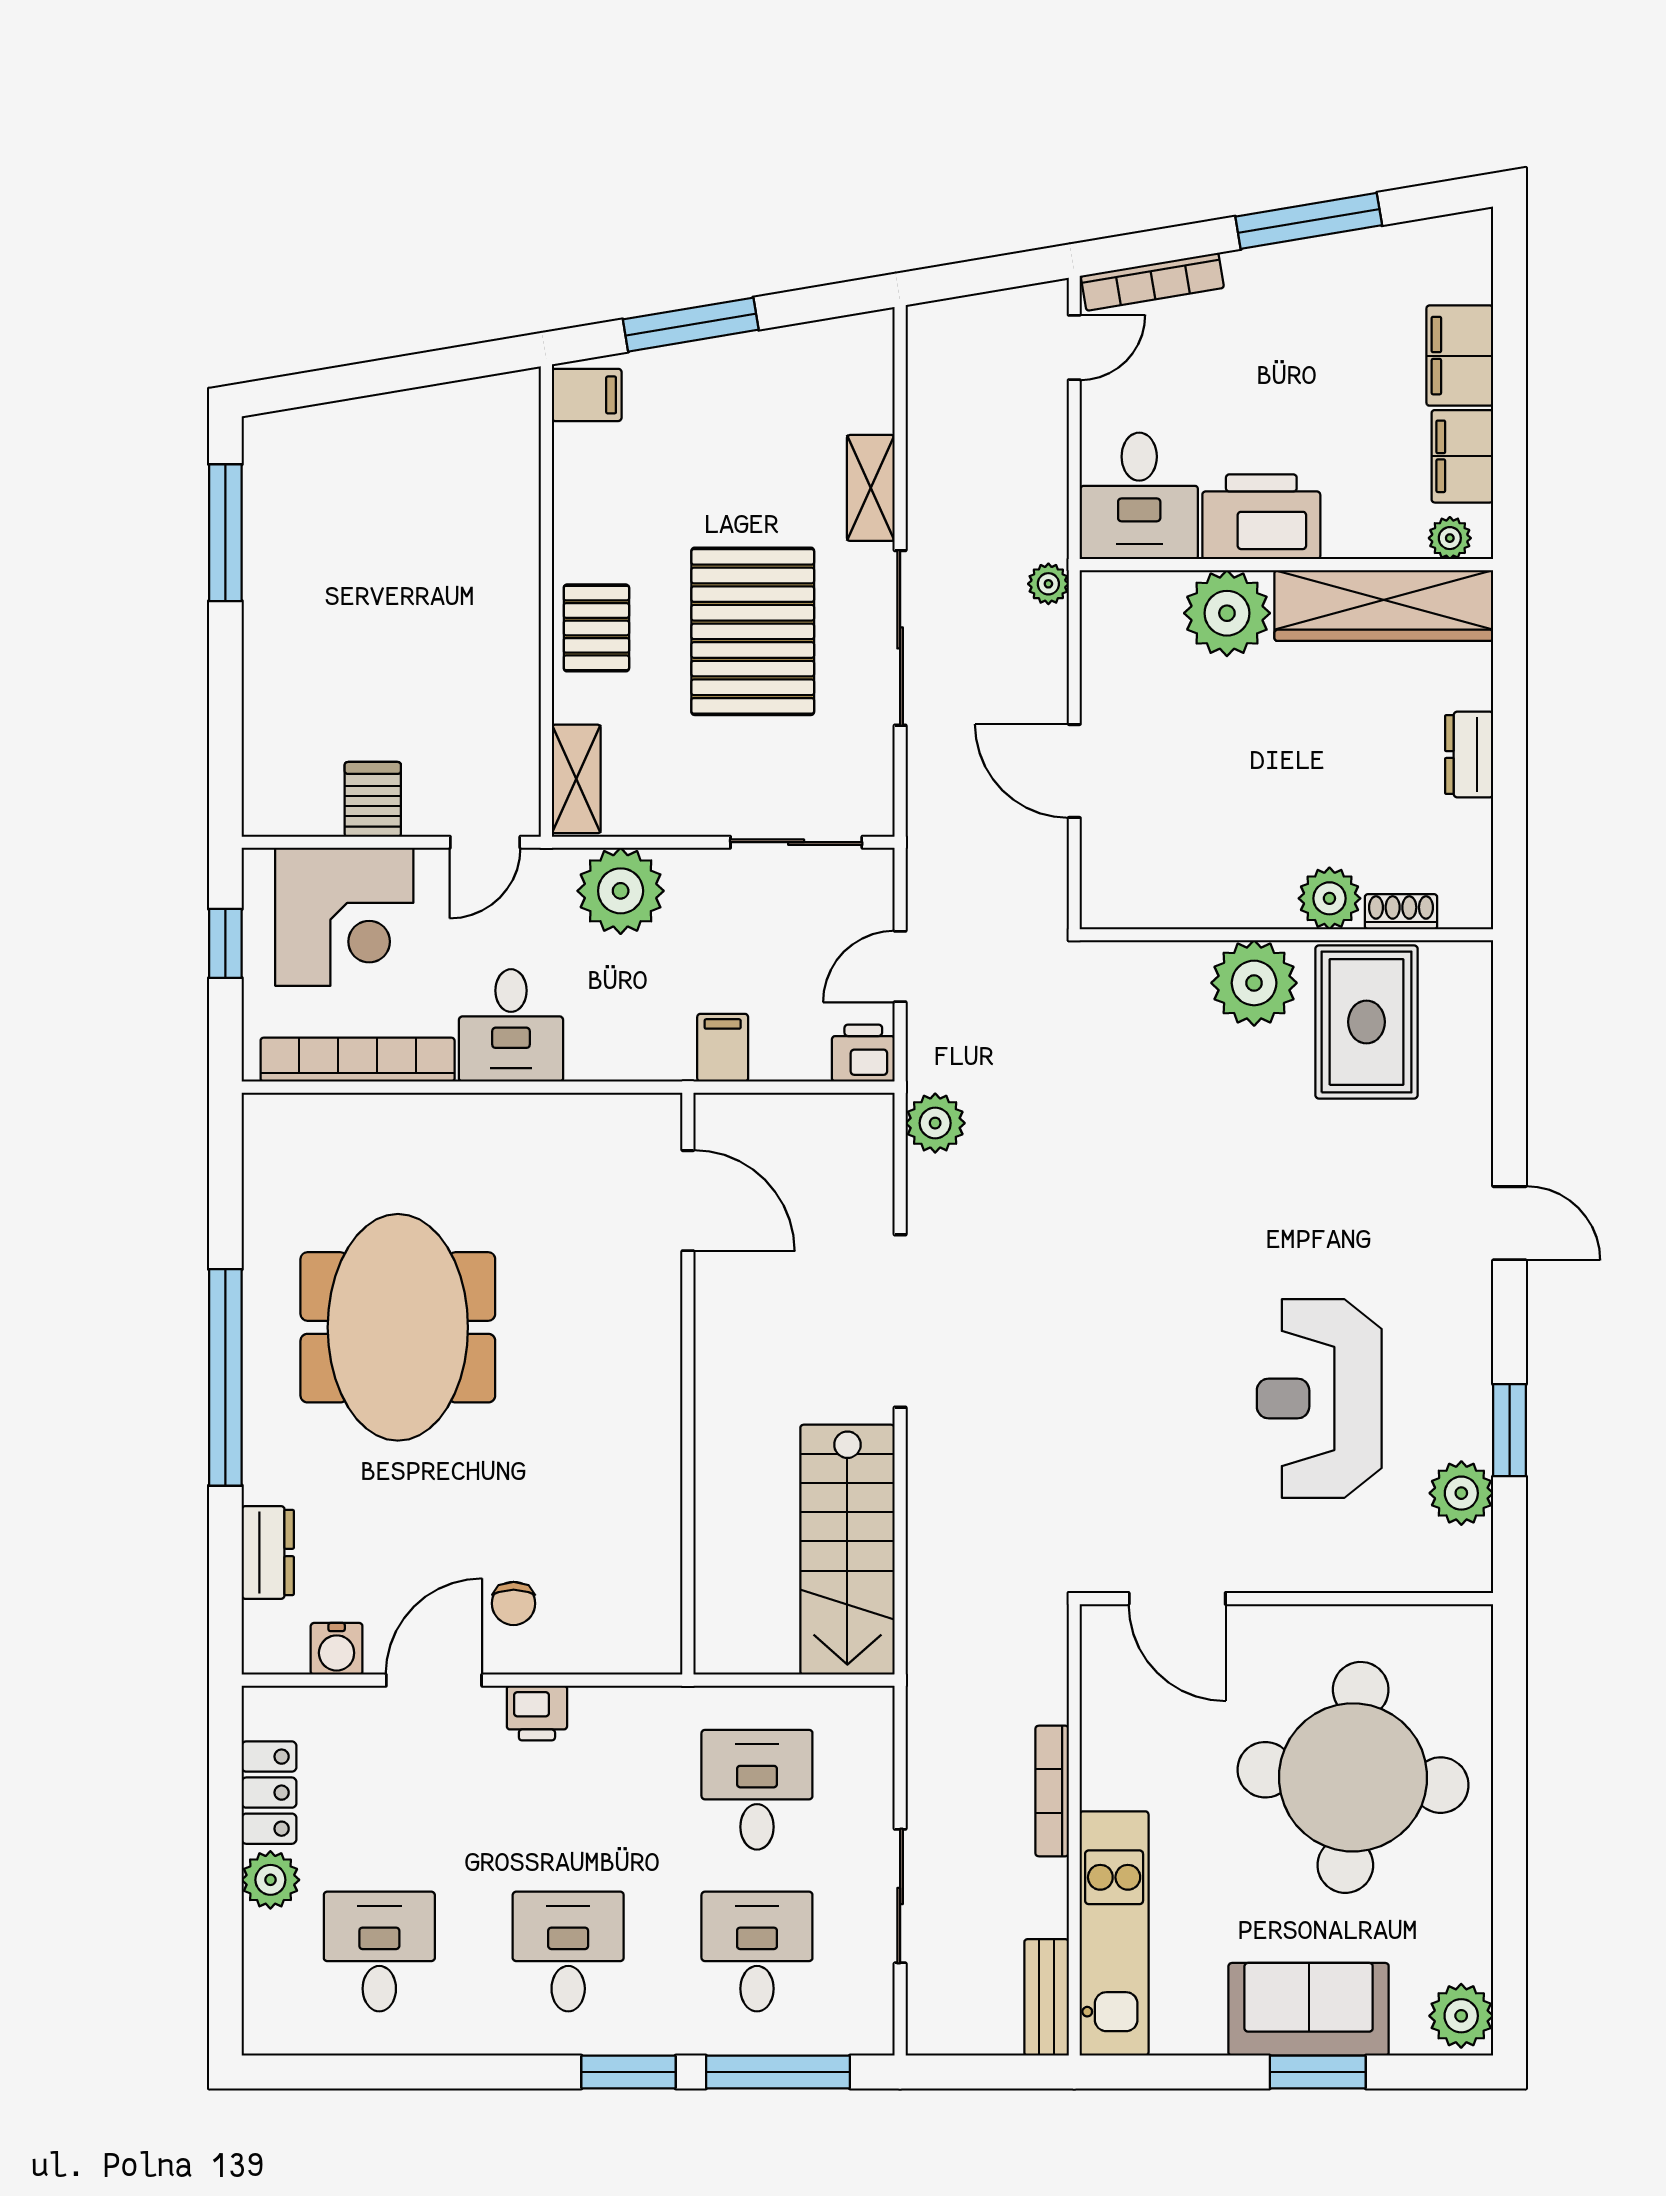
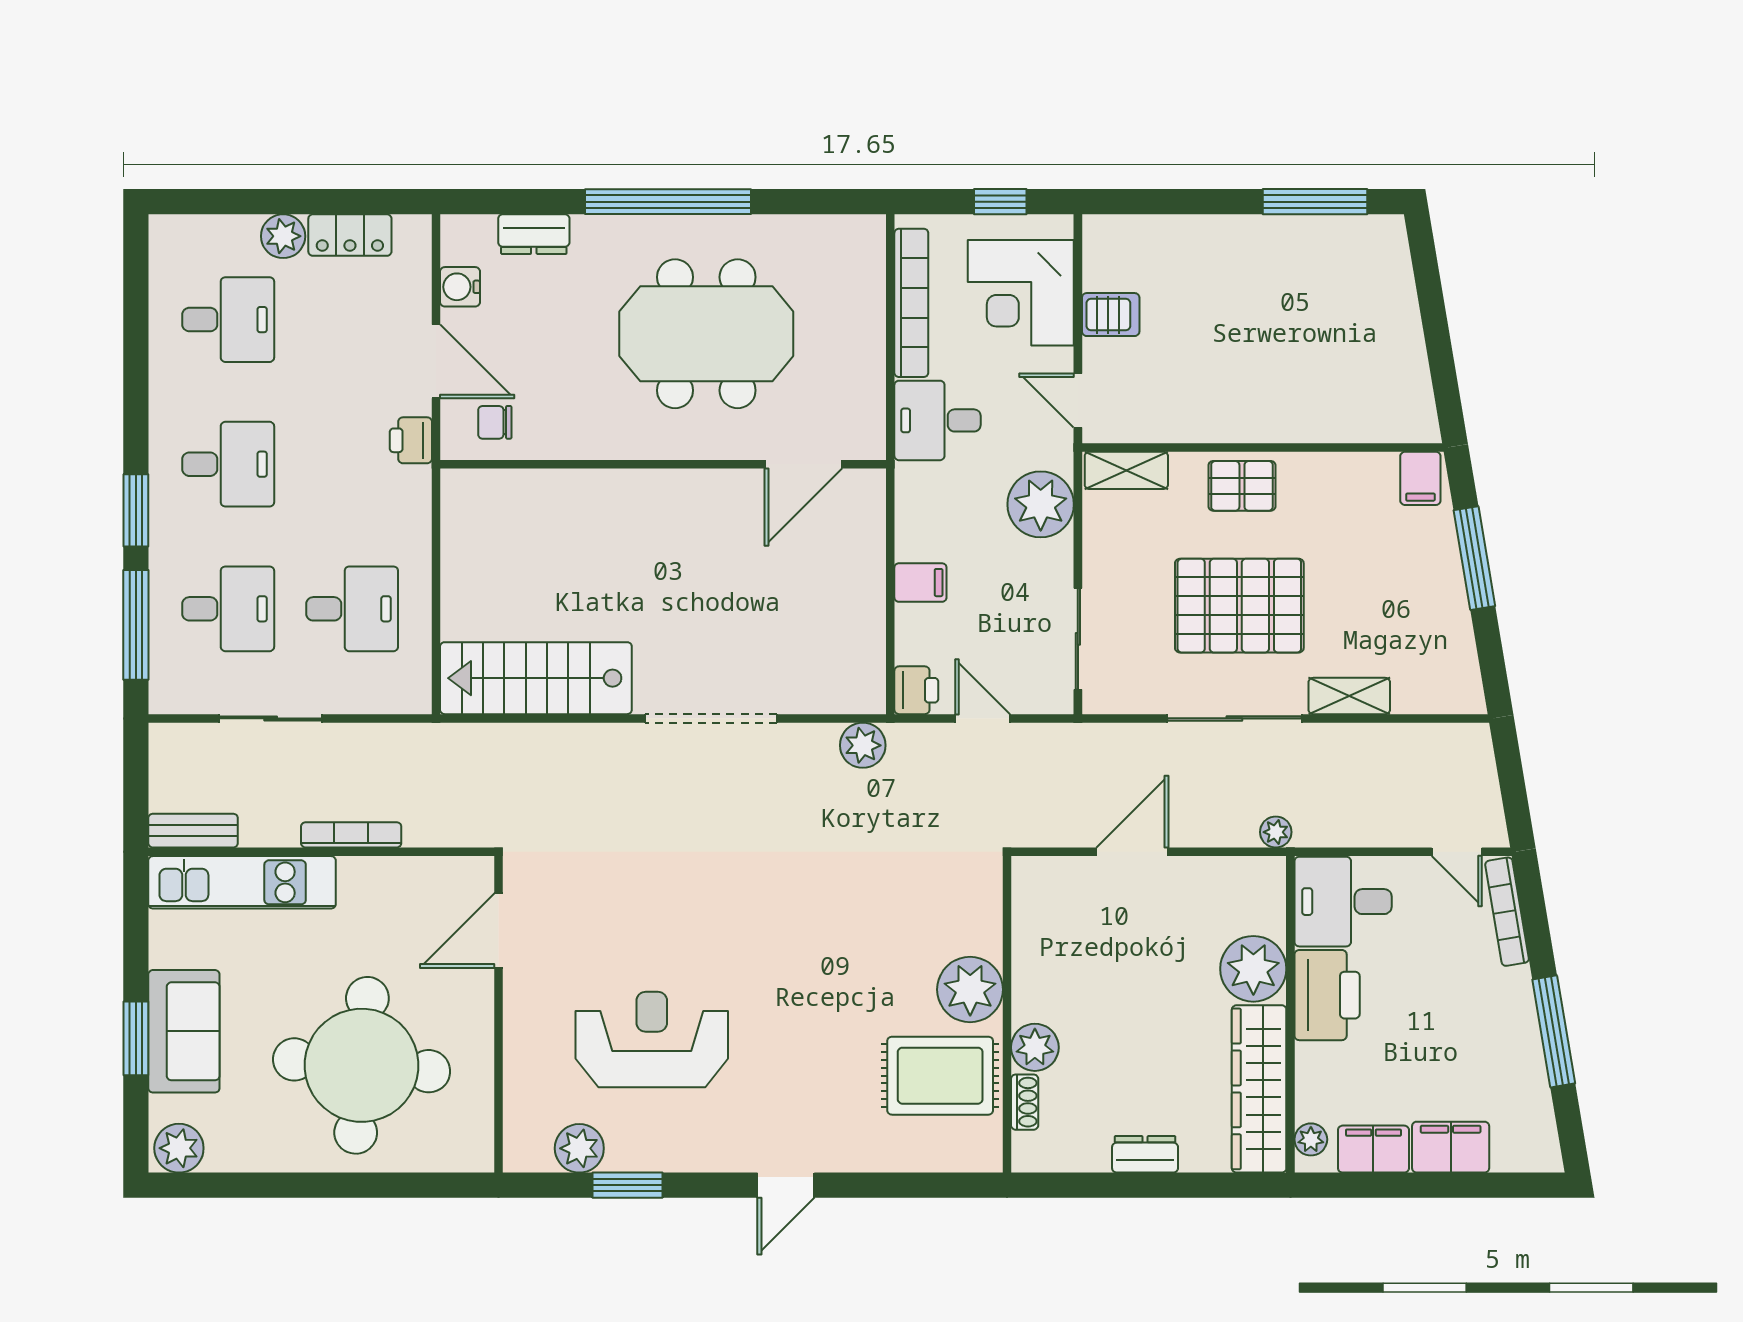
door: (688, 1201) -> (803, 464), moved
wall: (688, 1384) -> (663, 464), moved

